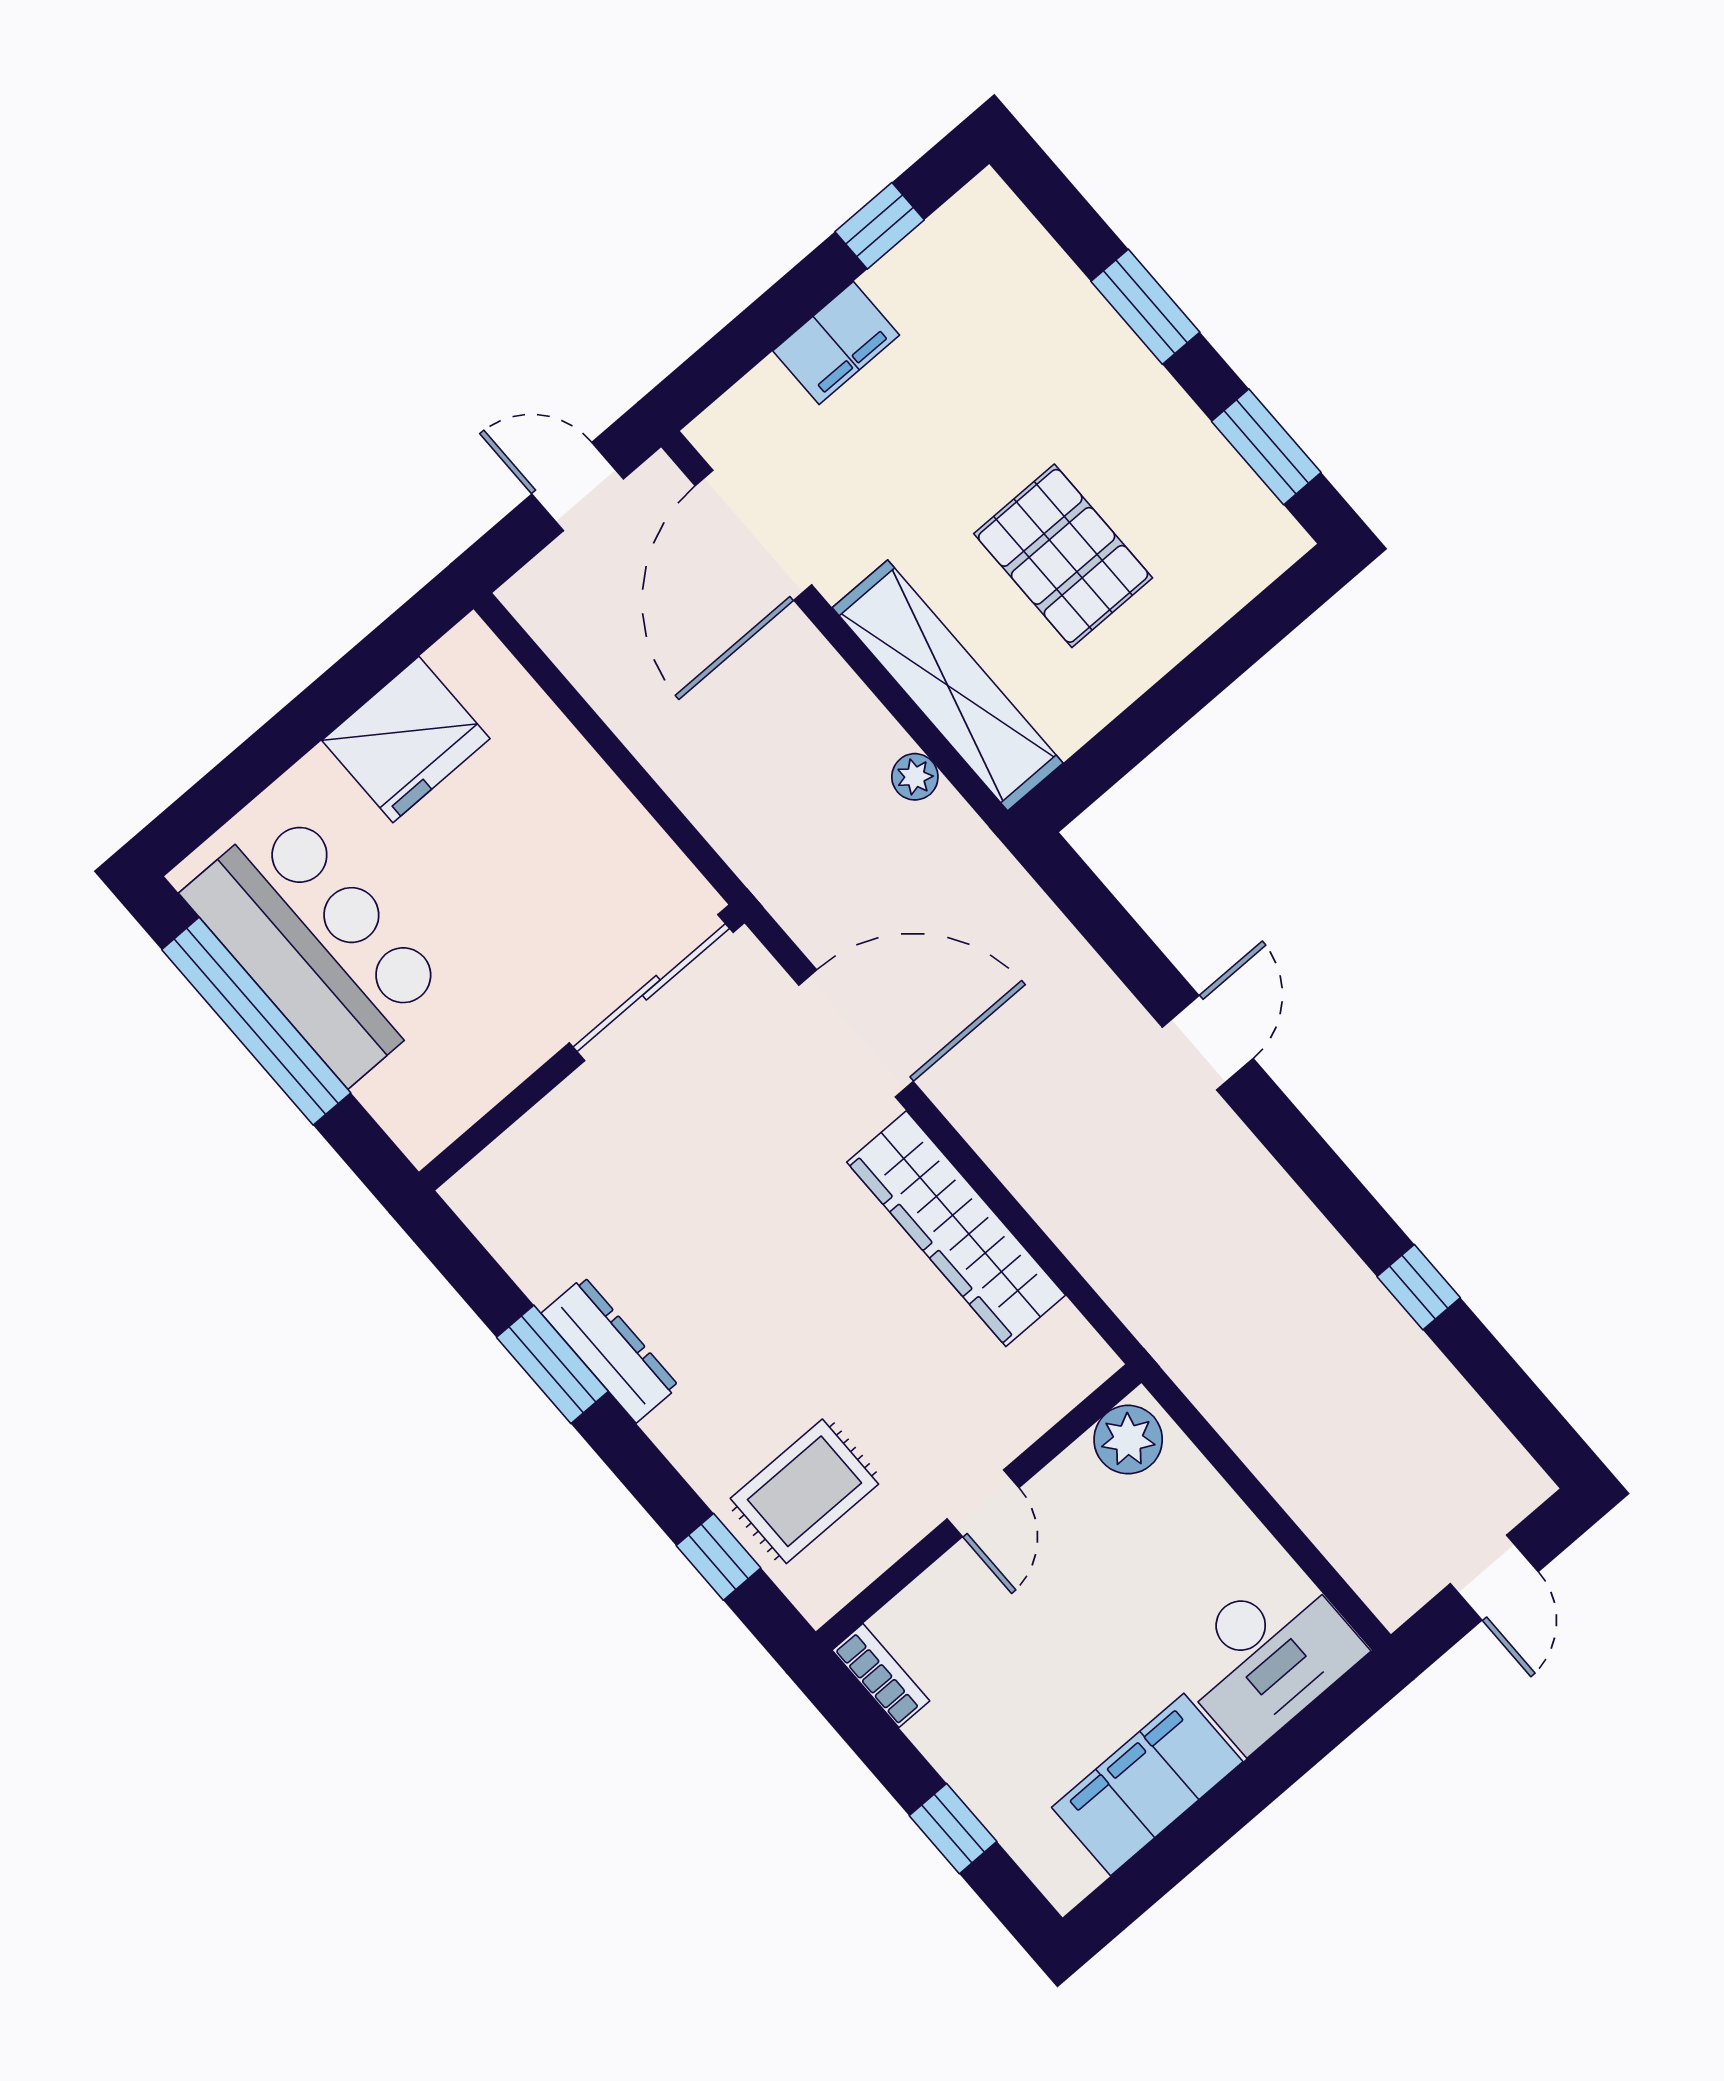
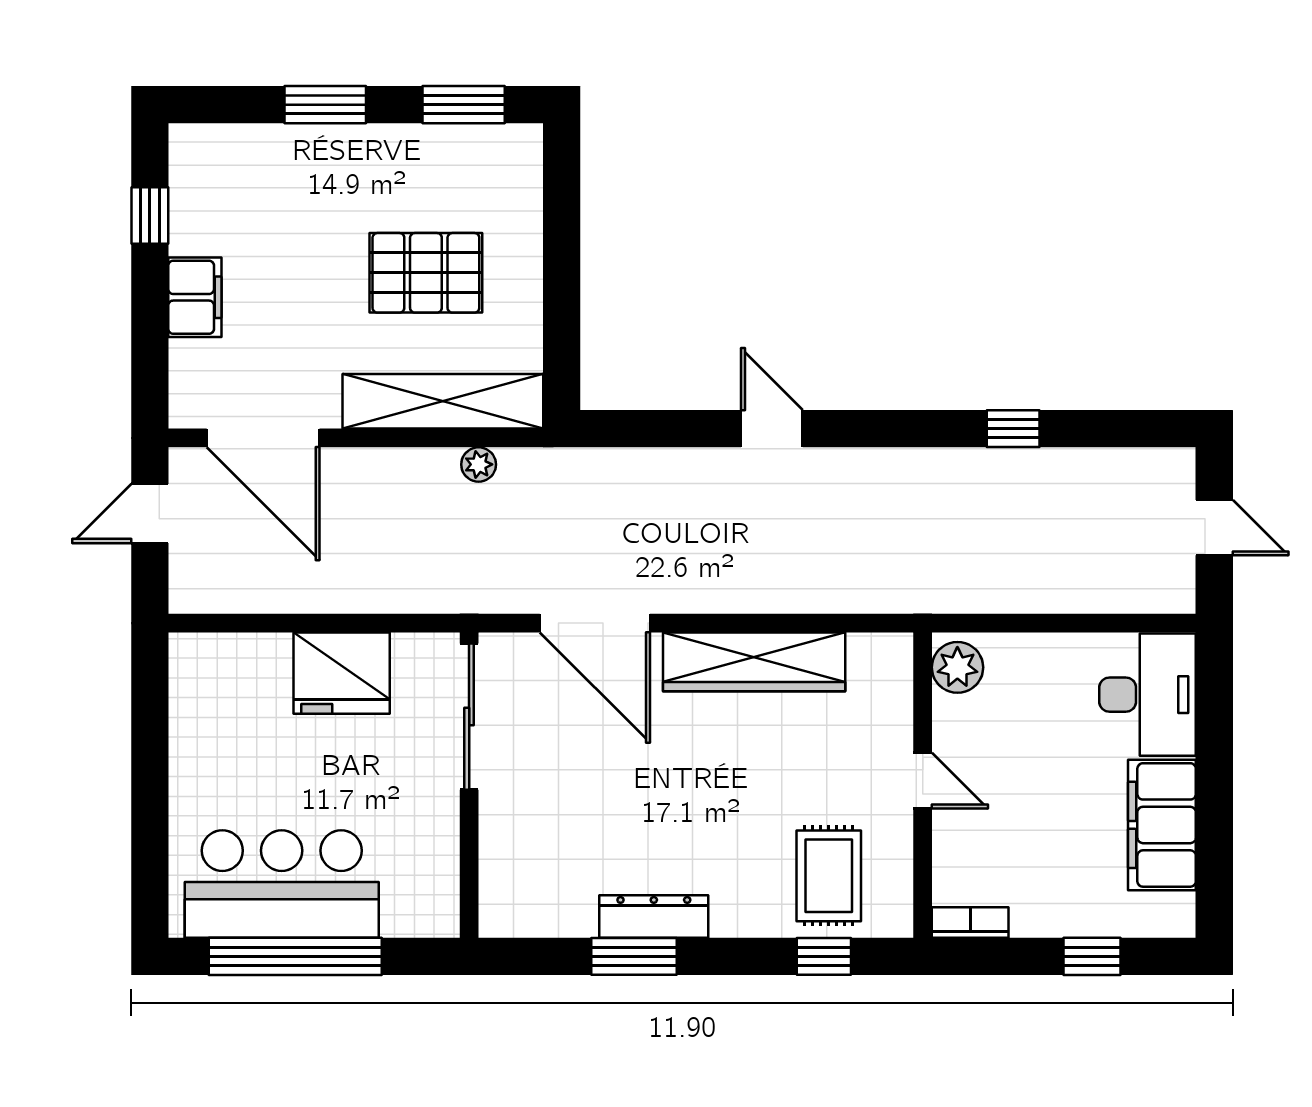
fridge: (406, 739) -> (342, 673), moved, turned 90
door: (856, 1033) -> (595, 623), swing flipped

